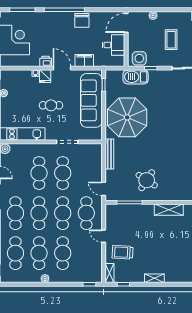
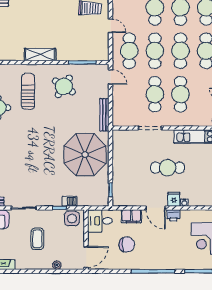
chair: (82, 20) -> (127, 244), moved, turned 90
desk: (113, 45) -> (100, 221), moved
barbecue: (136, 77) -> (69, 201), width x0.53, depth x0.65
sofa: (91, 100) -> (124, 173), removed
cafe table: (51, 105) -> (168, 168), width x1.37, depth x1.35
sun lounger: (180, 176) -> (28, 91), added

